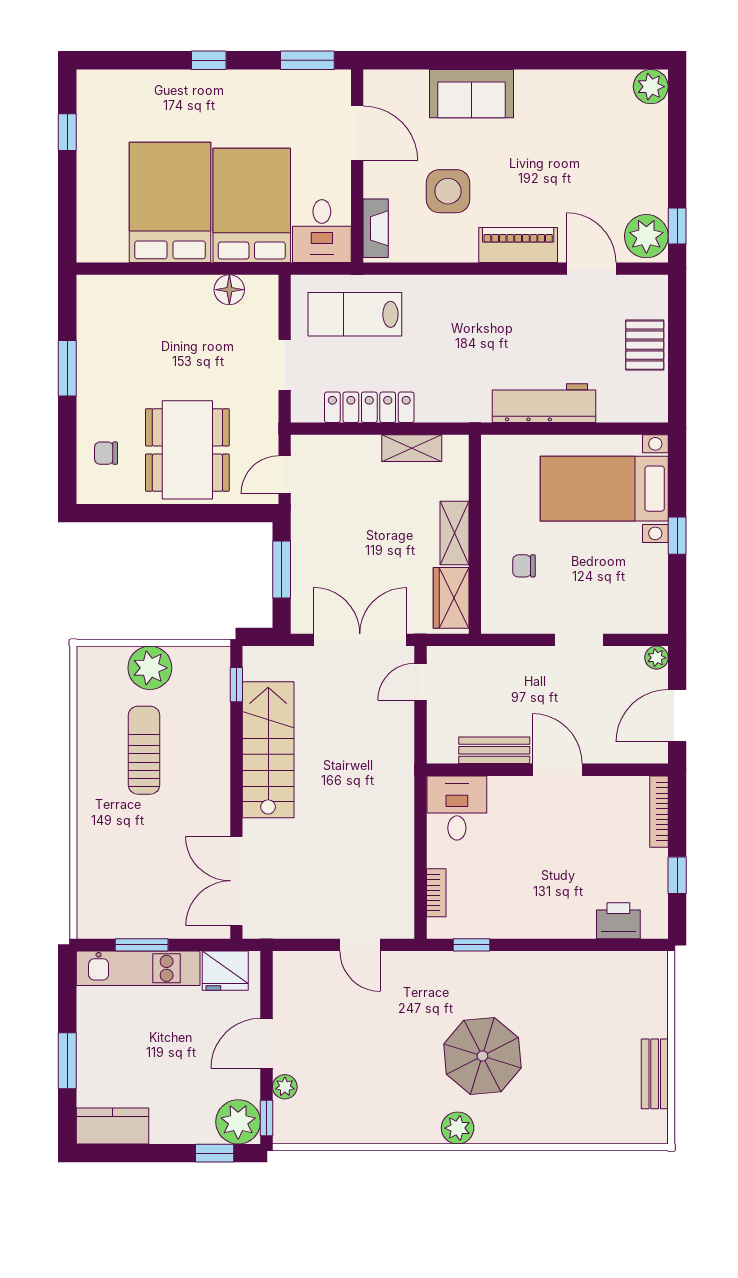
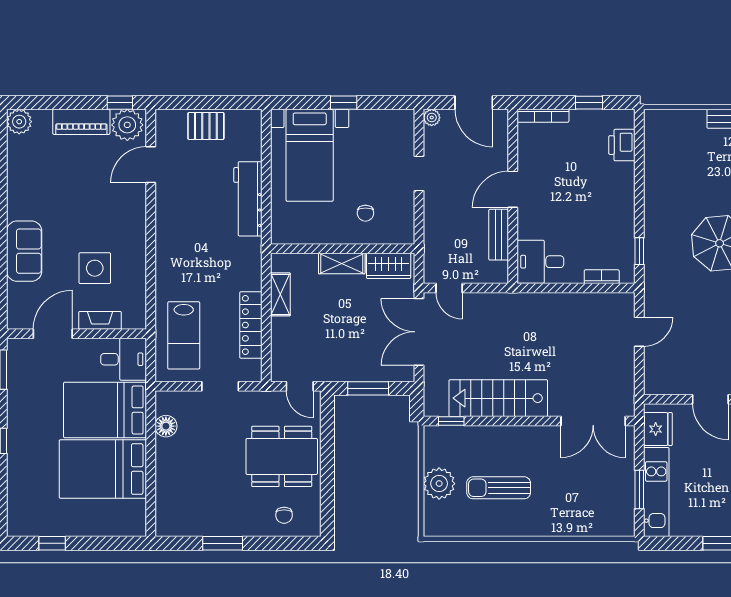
fireplace: (376, 228) -> (100, 320), moved
piano: (518, 245) -> (81, 122), moved, turned -90

